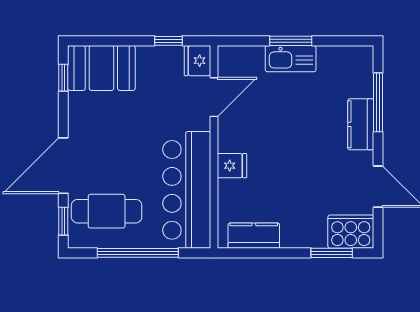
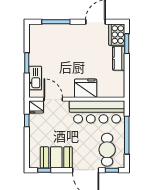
kitchen sink: (291, 59) -> (35, 78), moved
booth: (101, 68) -> (56, 157), moved, turned 90
kitchen counter: (361, 124) -> (66, 30), removed
fridge: (232, 166) -> (86, 88), width x1.88, depth x1.34
kitchen counter: (254, 236) -> (119, 58), moved

